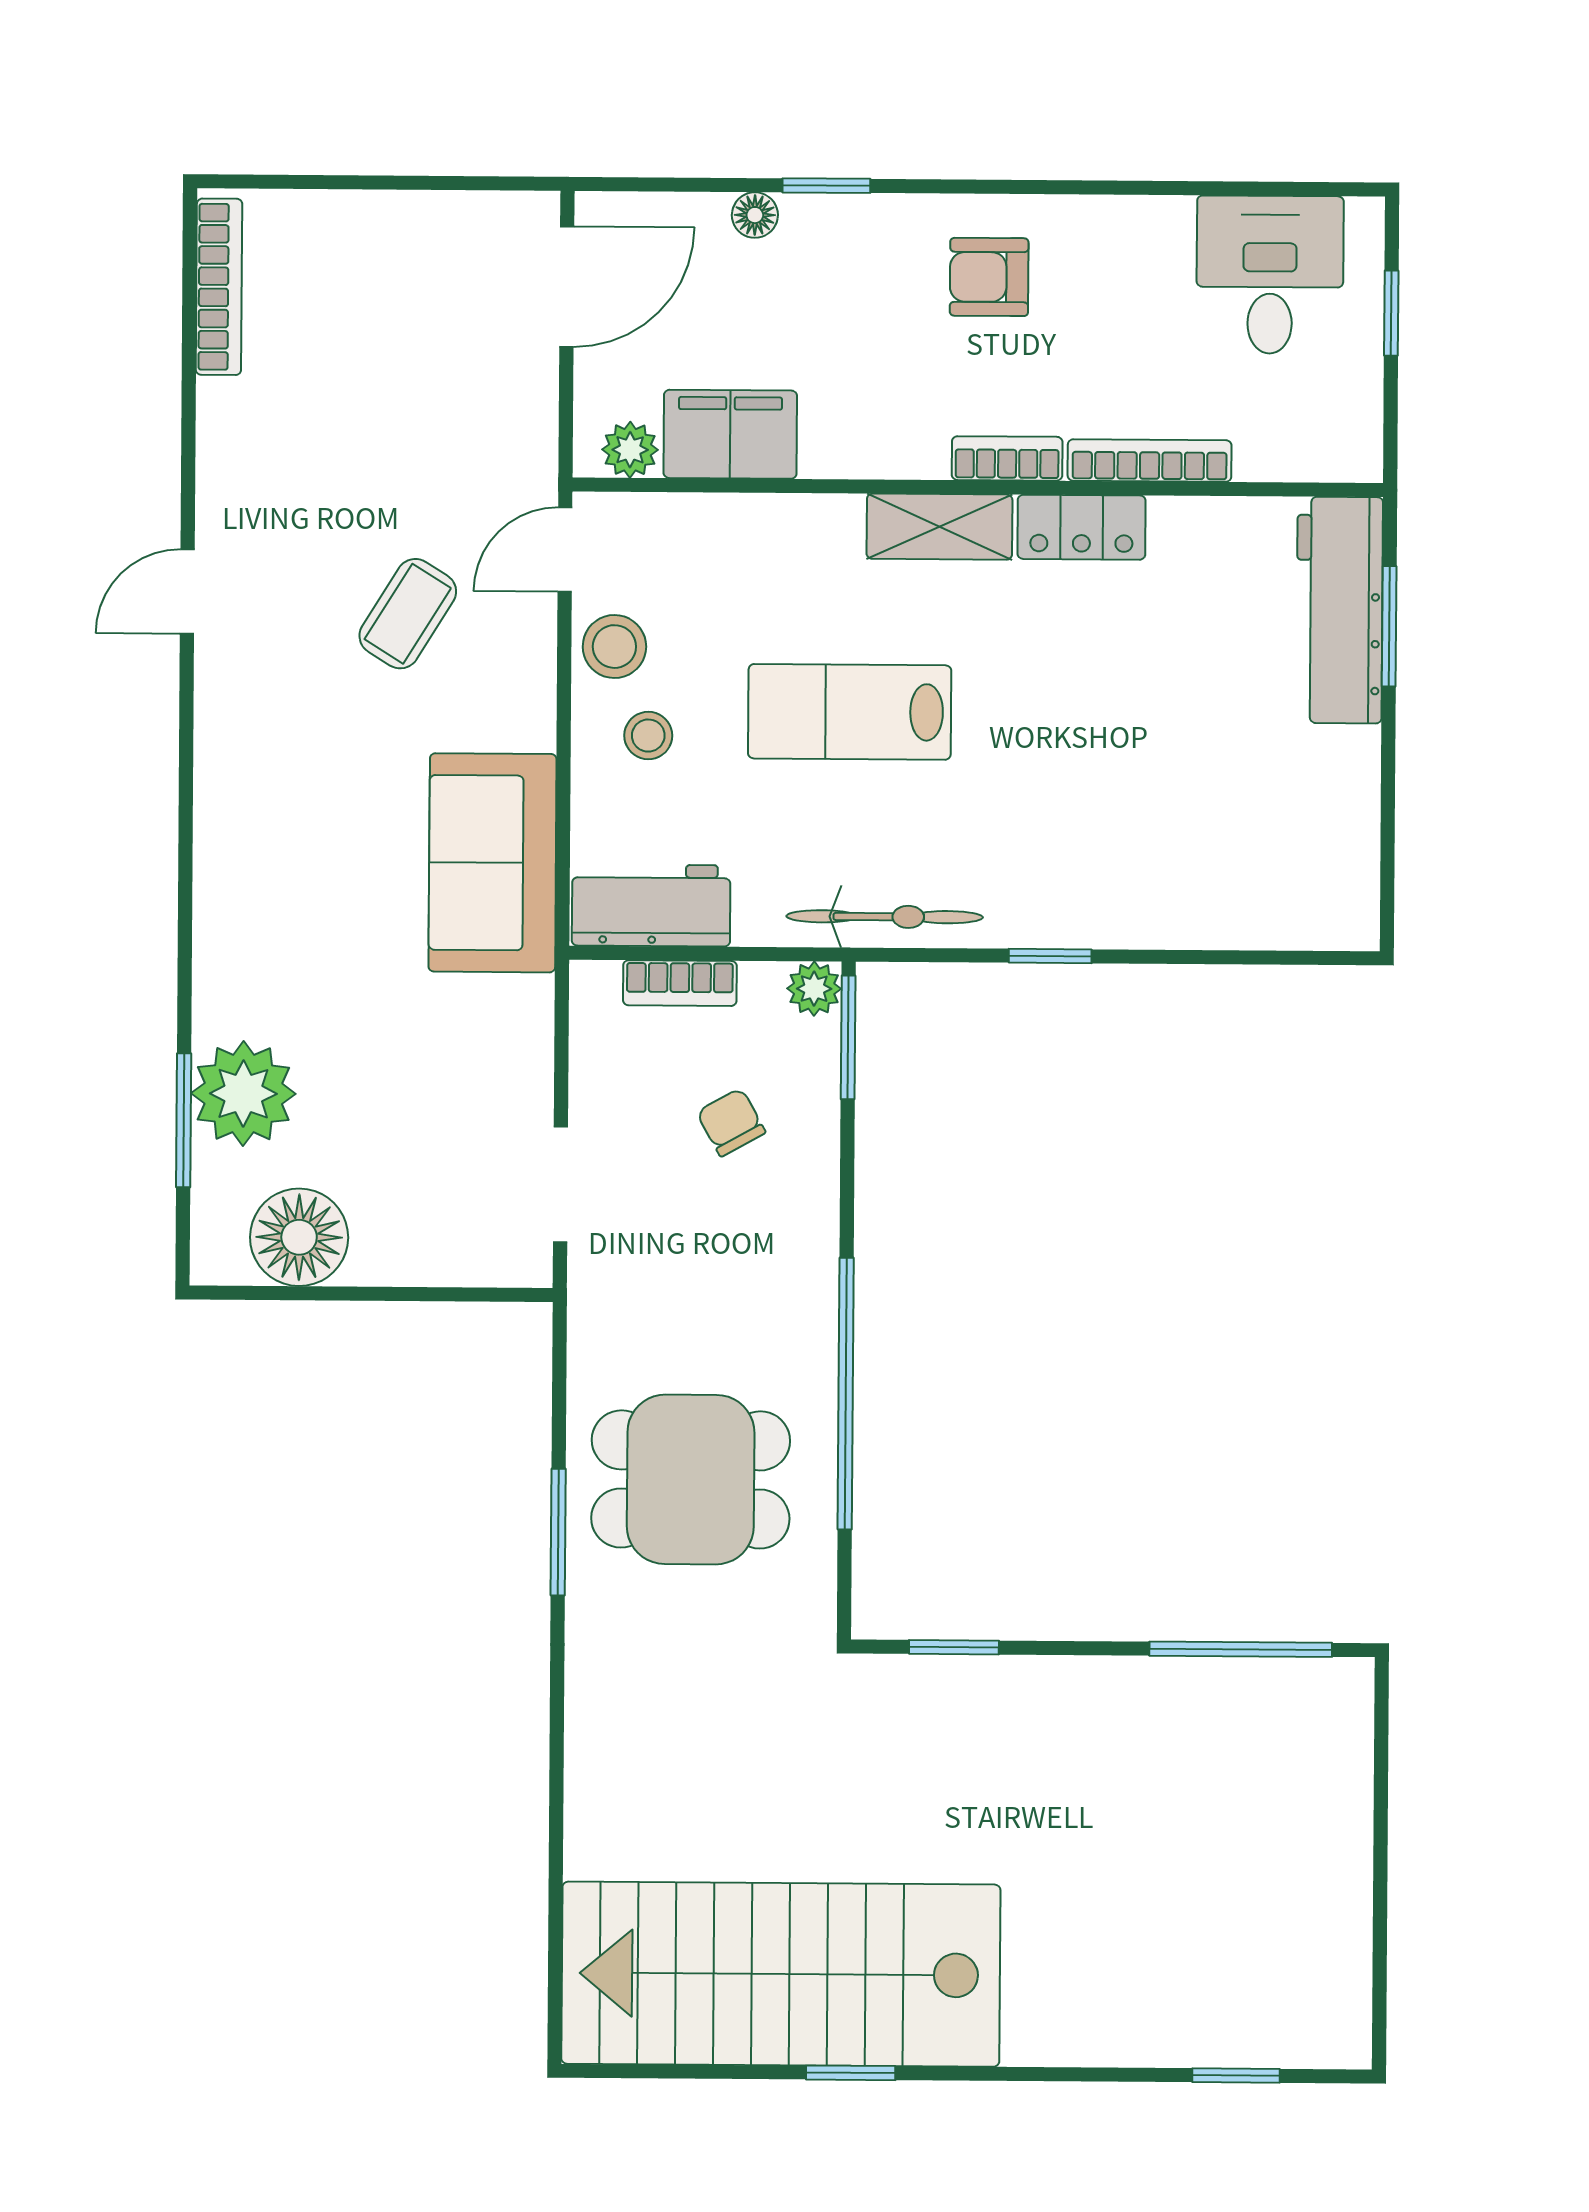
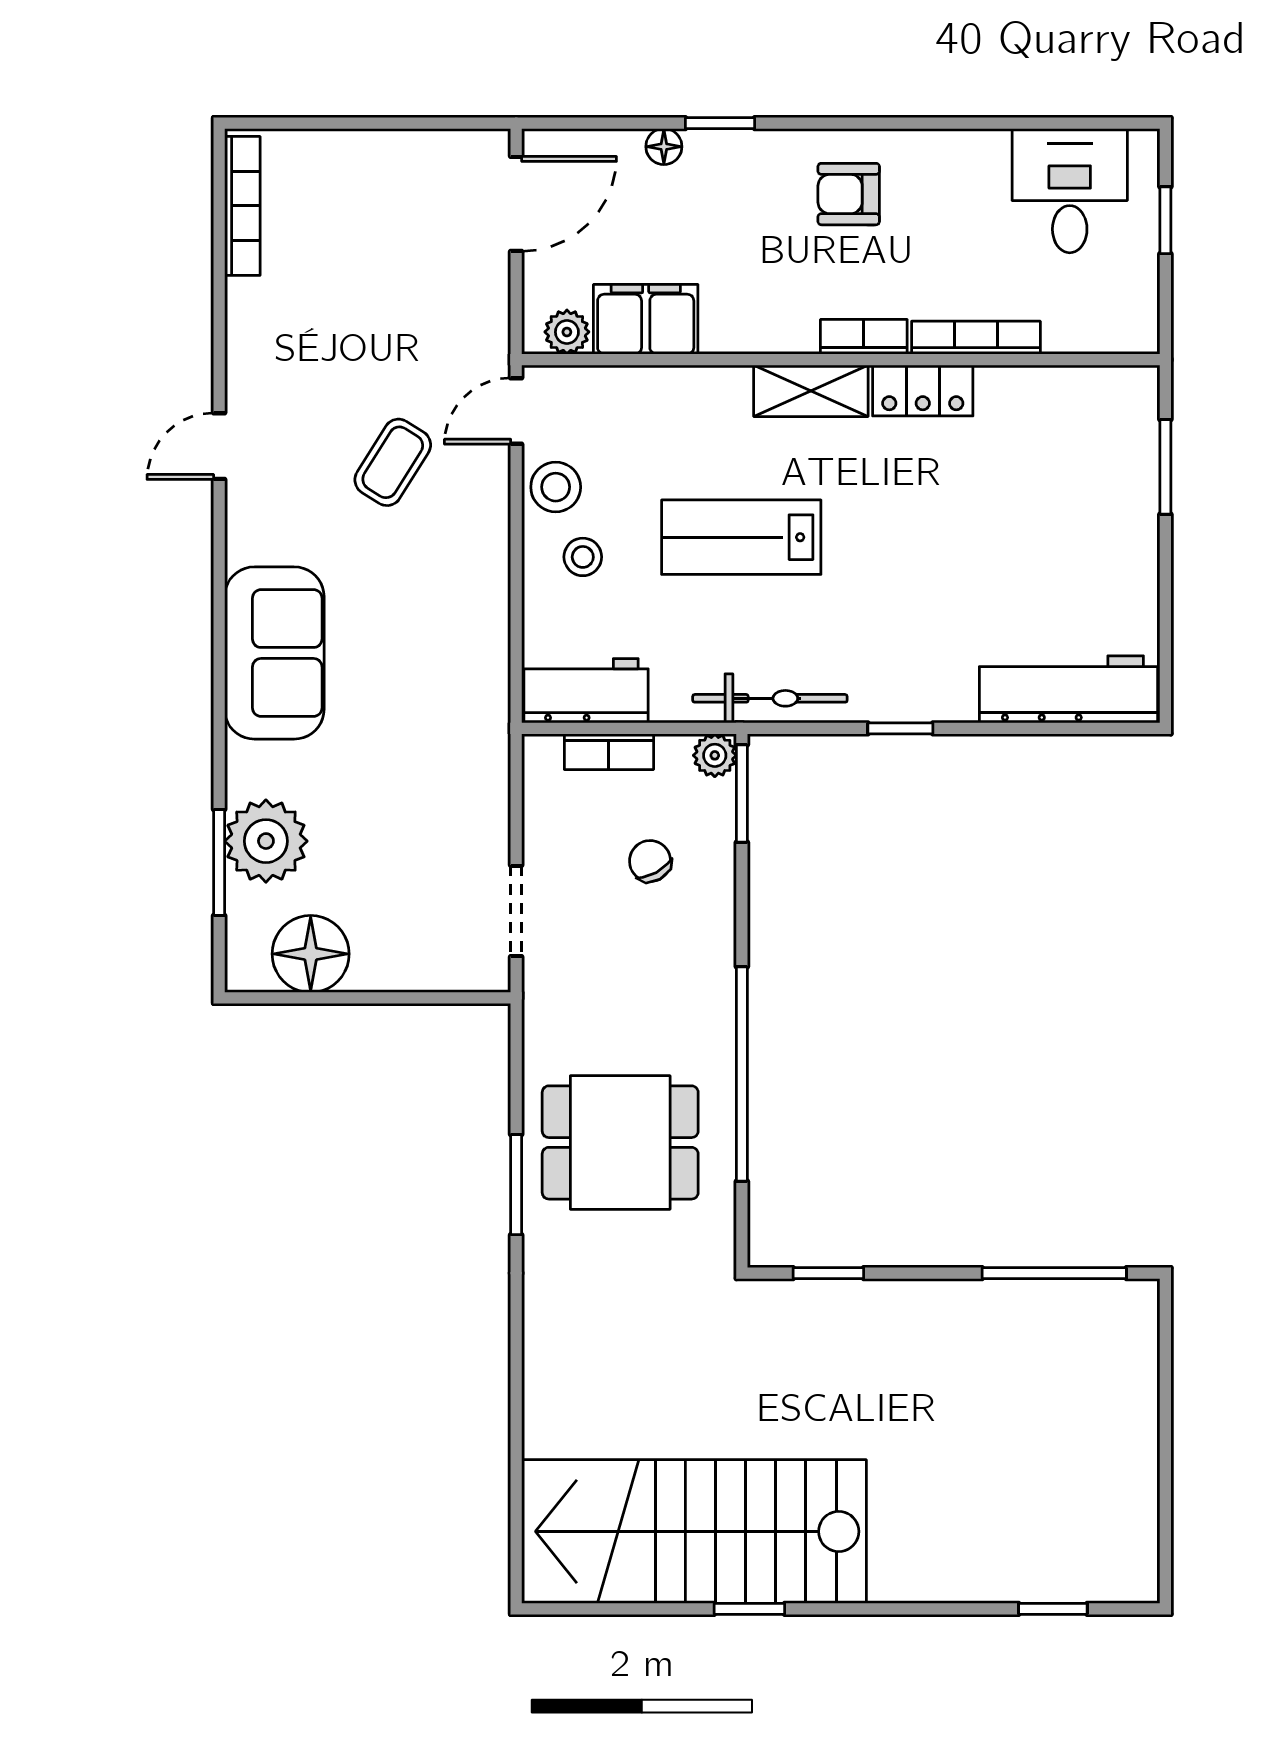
workbench: (1340, 610) -> (1069, 689), moved, turned 90
sofa: (493, 863) -> (274, 653), moved, turned 180

